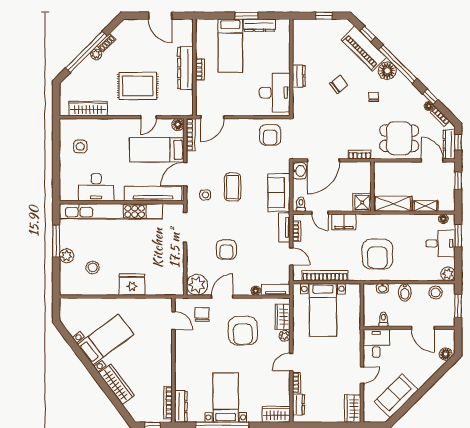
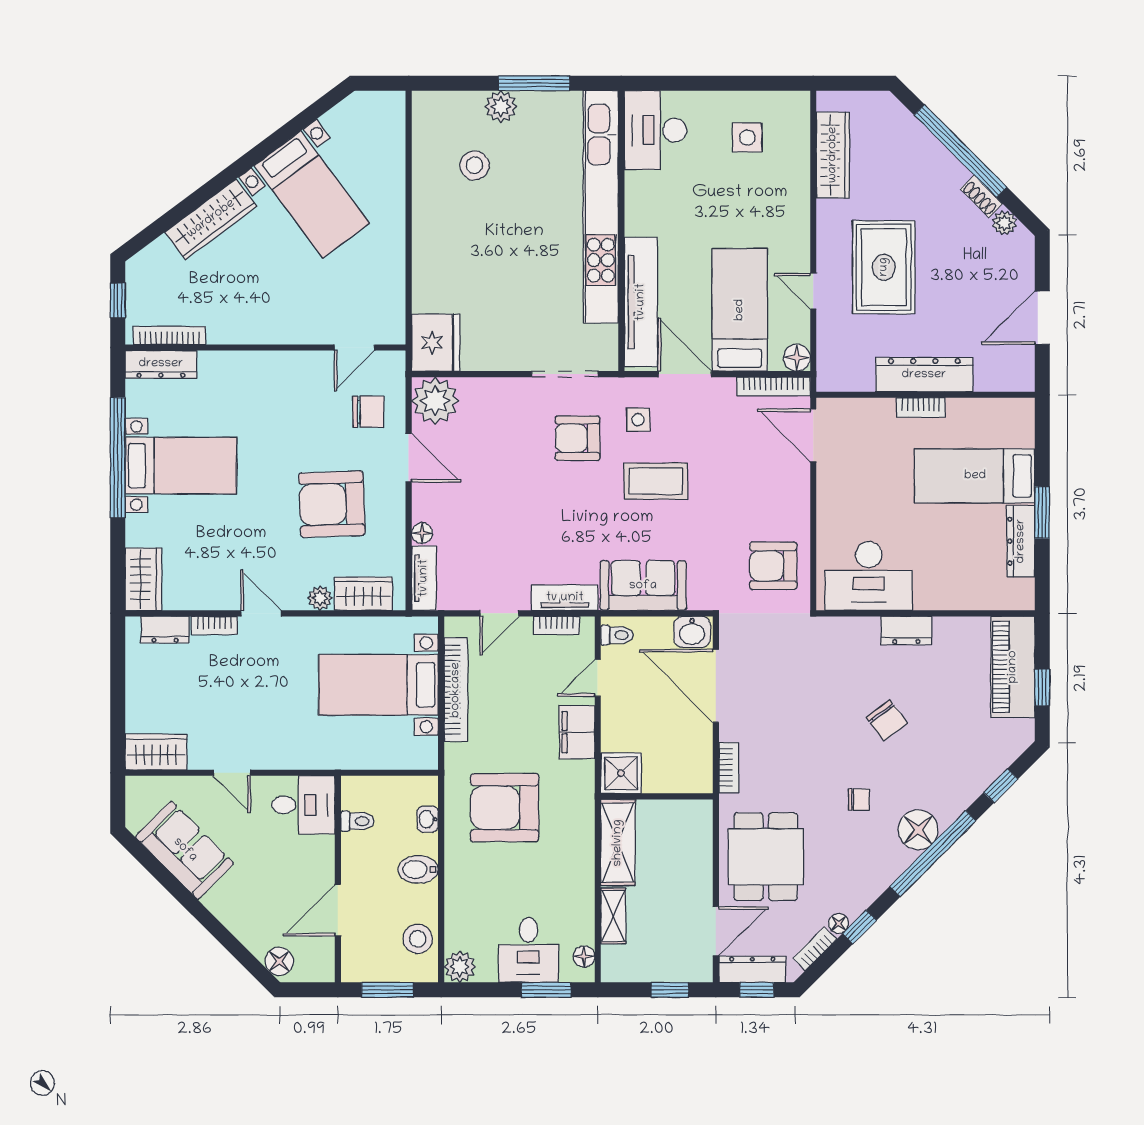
piano: (364, 49) -> (1013, 667), moved, turned -45
plant: (96, 54) -> (1005, 223), moved
desk: (96, 187) -> (655, 130), moved
armchair: (226, 250) -> (577, 438), moved
fridge: (132, 285) -> (436, 343), moved

